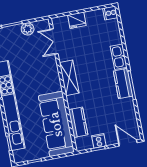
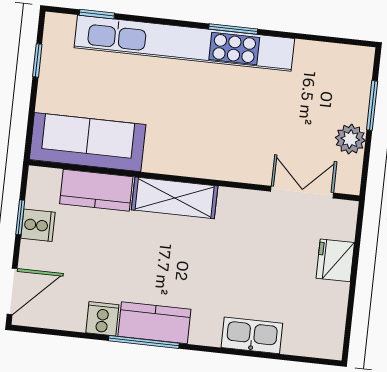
cooker: (110, 13) -> (102, 319), moved
kitchen sink: (119, 57) -> (252, 335), moved
shelving: (69, 78) -> (175, 198), moved
sofa: (56, 124) -> (88, 142), width x0.74, depth x0.79

